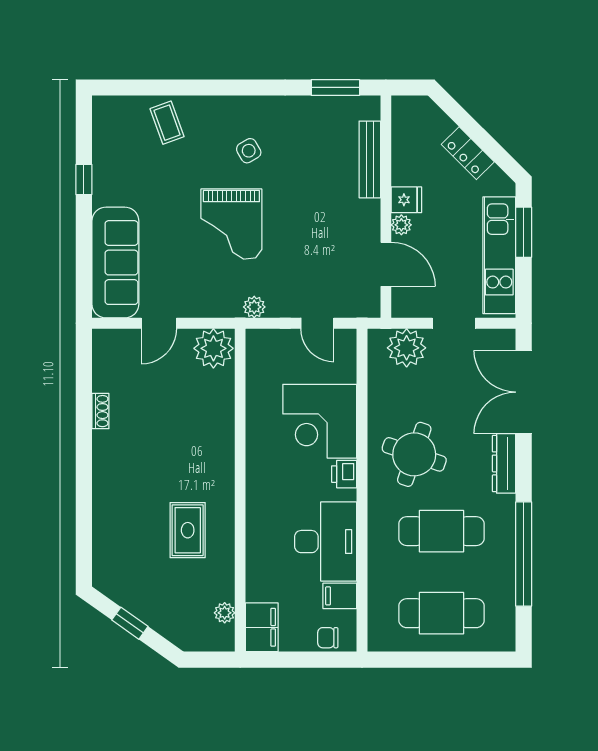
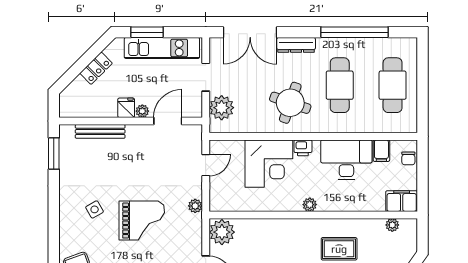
plant: (256, 485) -> (310, 205), added

